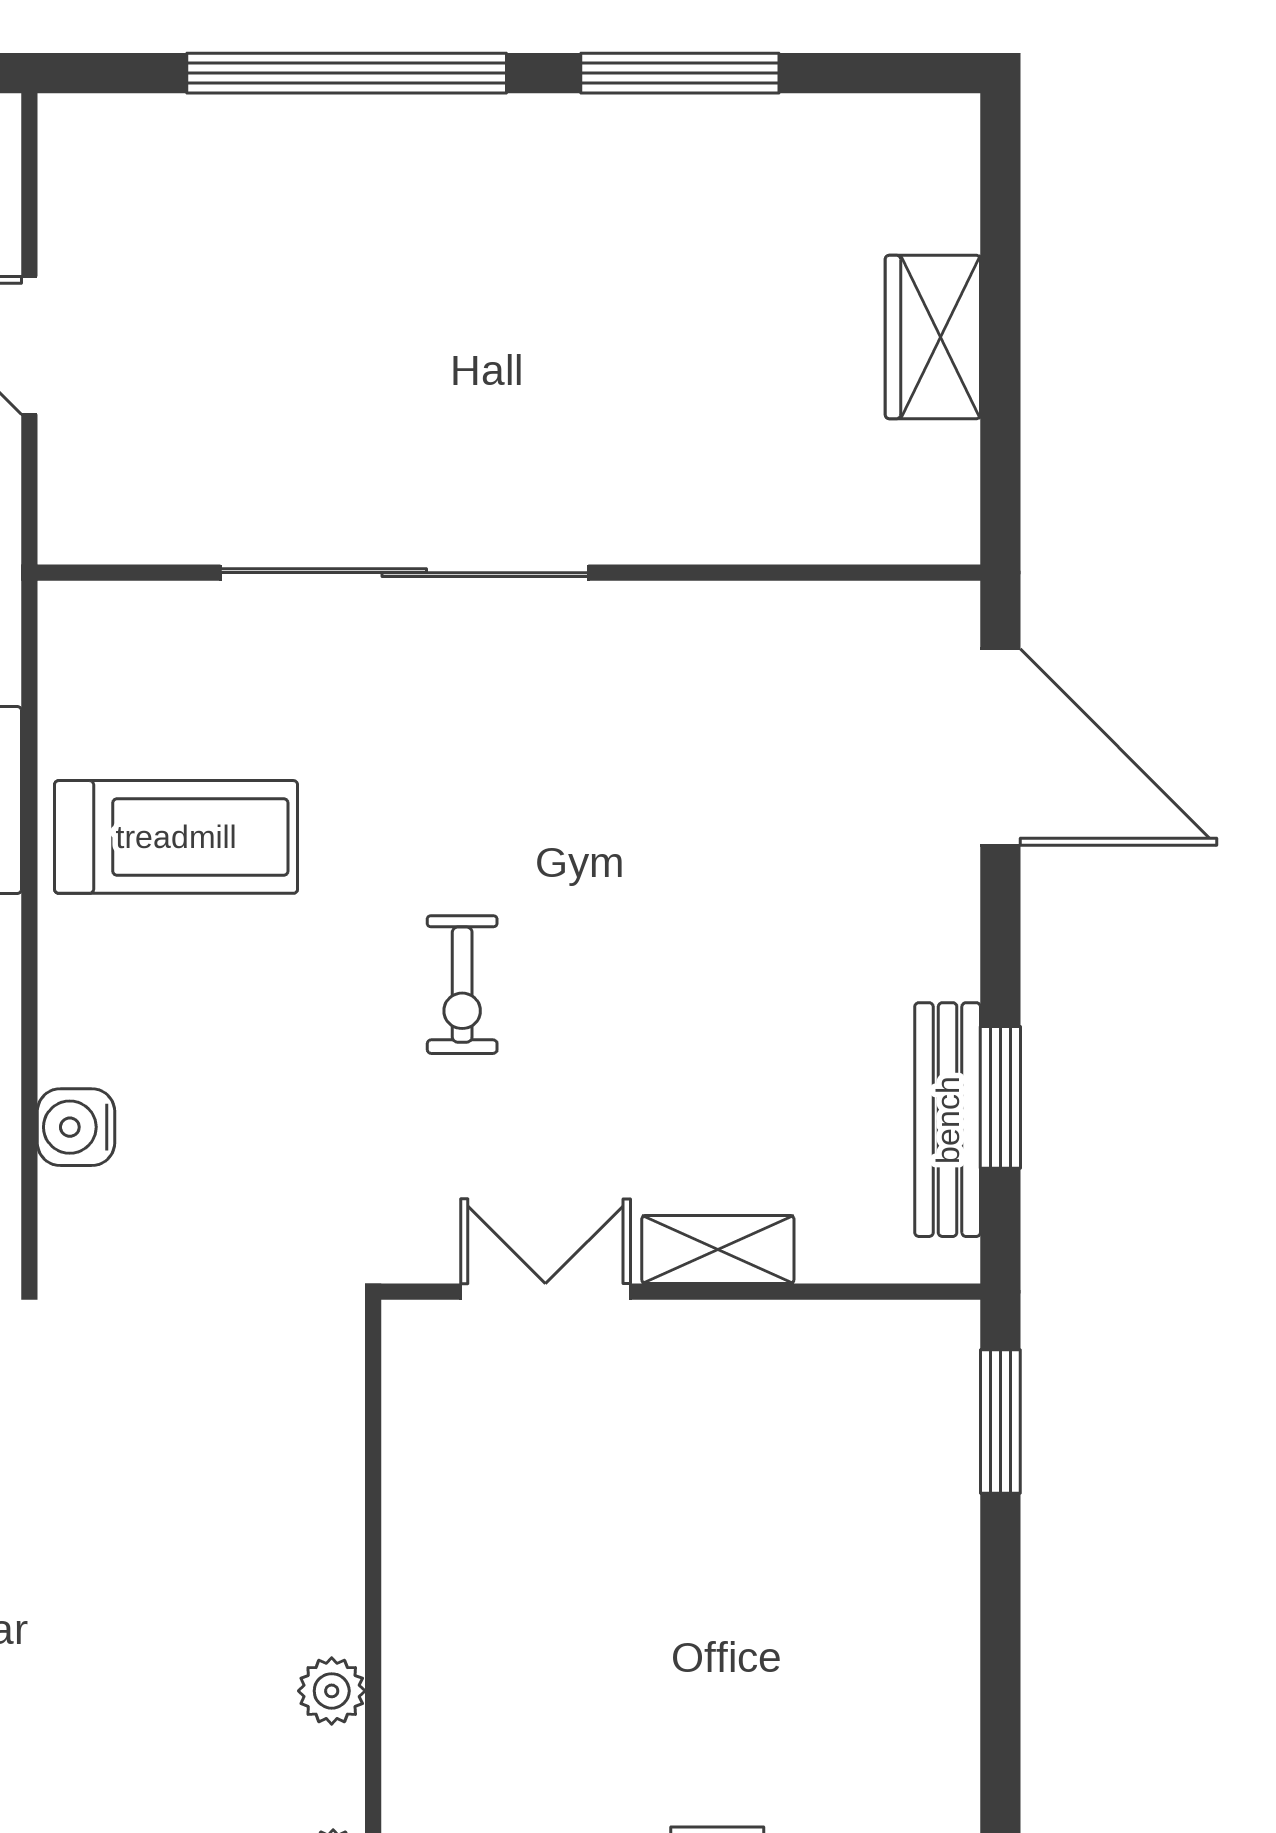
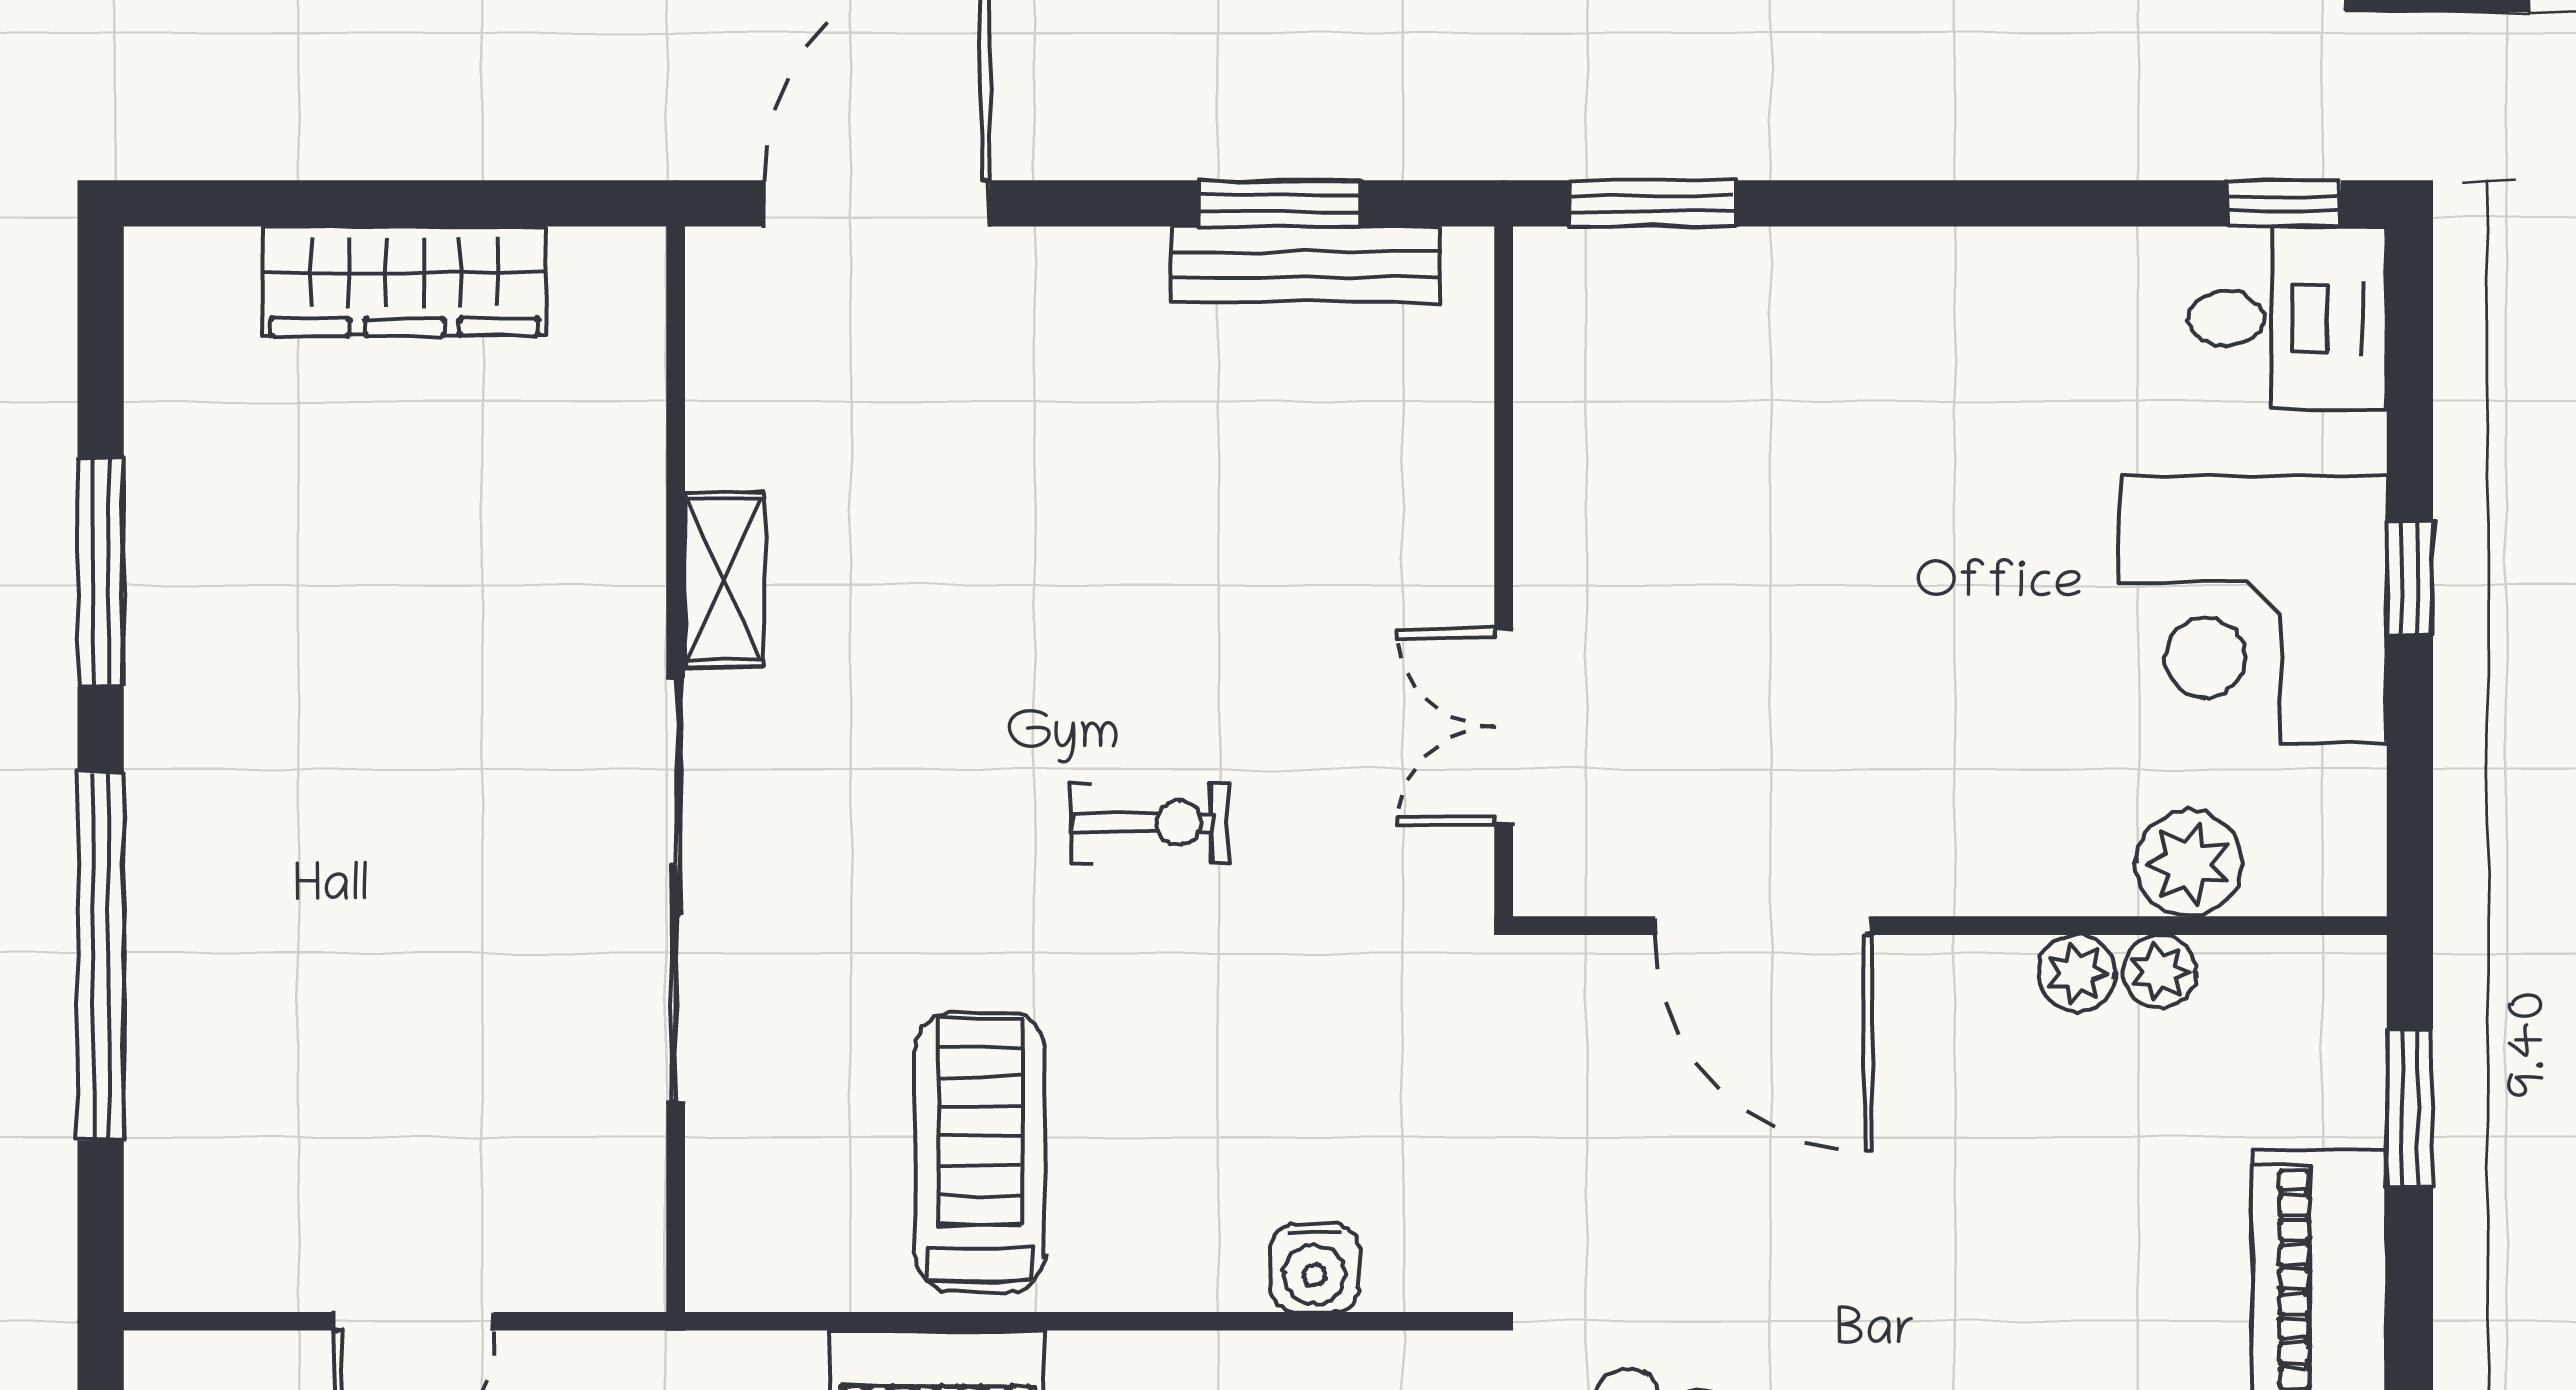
wardrobe: (933, 337) -> (405, 281), width x1.50
shelving: (718, 1249) -> (724, 580), moved
door: (373, 1518) -> (1764, 926), added
plant: (332, 1691) -> (2077, 973), moved

